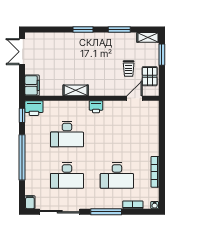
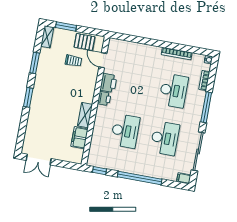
filing cabinet: (32, 85) -> (79, 138), moved, turned -90
printer: (34, 108) -> (108, 83), moved

